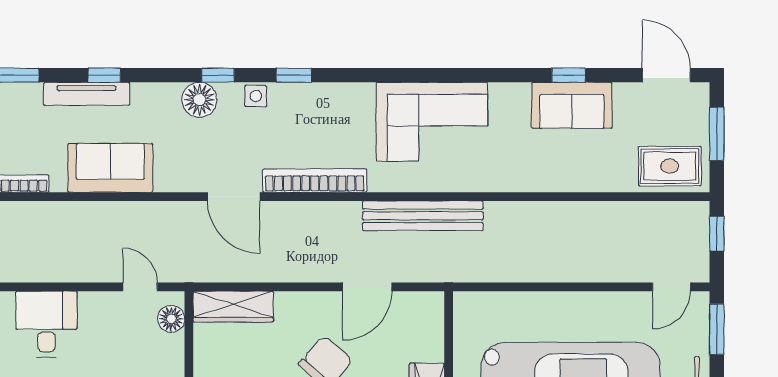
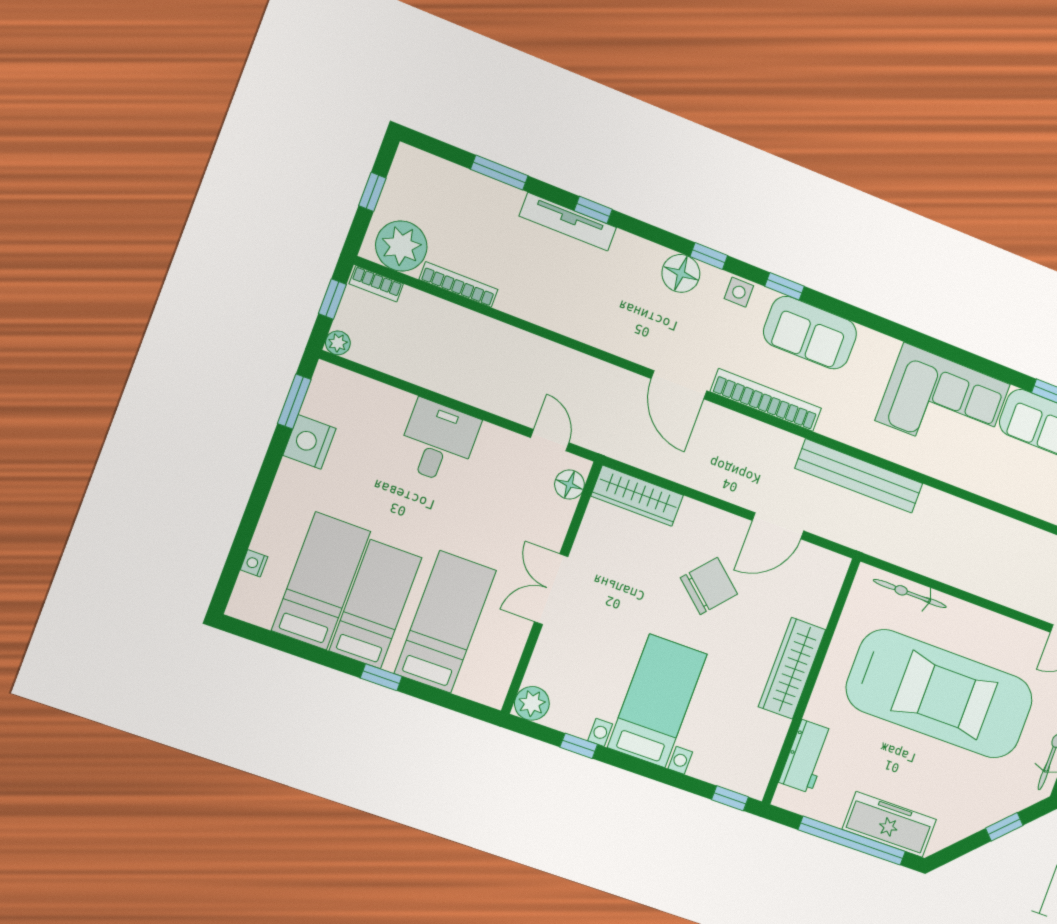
corner sofa: (432, 122) -> (943, 402), moved
sofa: (110, 168) -> (810, 333), moved, turned 180
bicycle: (509, 303) -> (910, 594), added

